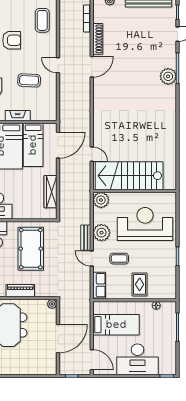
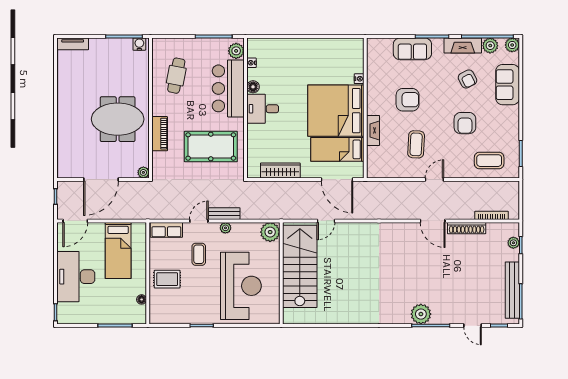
plant: (101, 233) -> (225, 228), width x0.53, depth x0.53
door: (58, 339) -> (101, 180), hinge flipped

